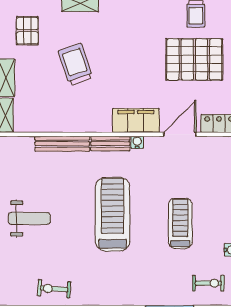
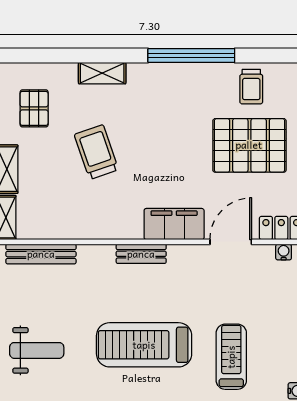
water cooler: (137, 142) -> (284, 252), moved
bench: (62, 144) -> (41, 254), moved
treadmill: (113, 214) -> (144, 345), turned -90

